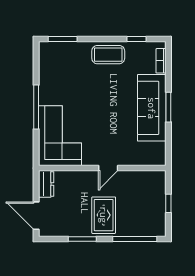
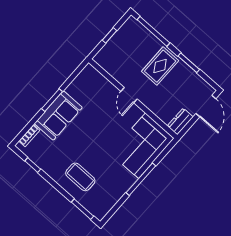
coffee table: (108, 55) -> (80, 177), moved
sofa: (152, 108) -> (58, 116), width x0.73
door: (108, 168) -> (129, 95), swing flipped

